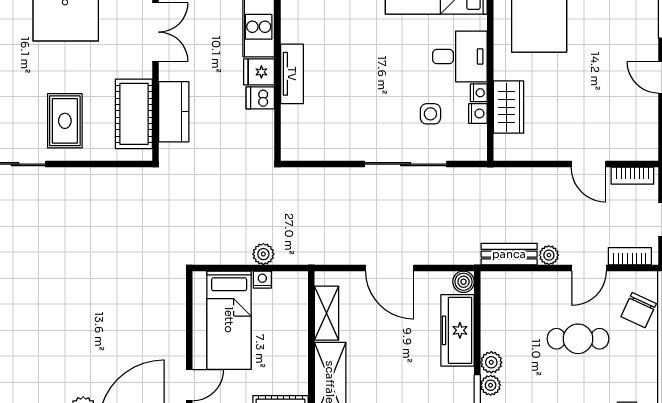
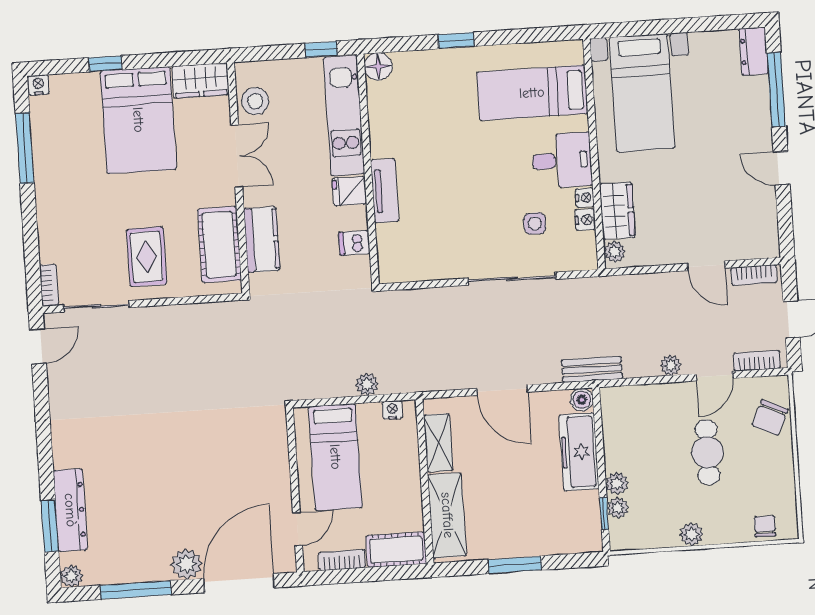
dishwasher: (260, 98) -> (354, 243), moved
plant: (504, 145) -> (615, 252), added
bench: (509, 254) -> (592, 369), moved
nightstand: (262, 280) -> (392, 410), moved
cafe table: (578, 339) -> (708, 452), turned 90

